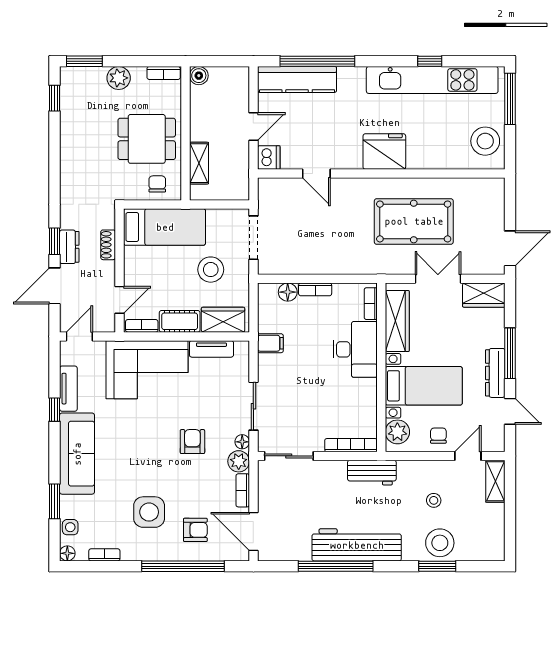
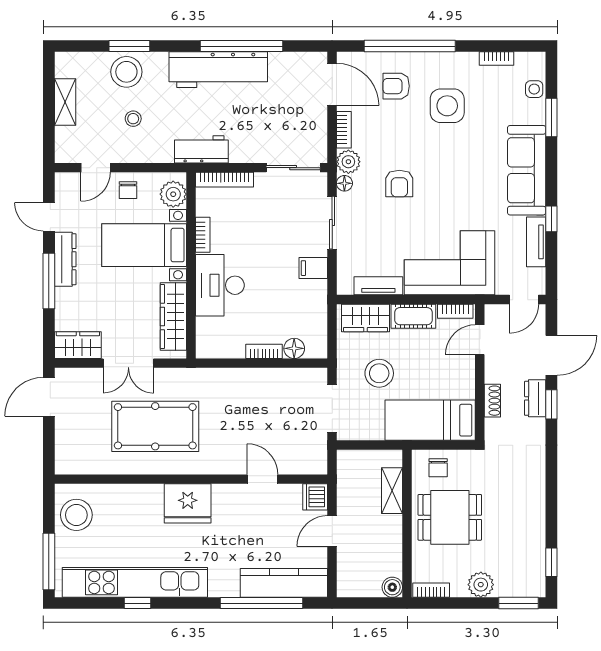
bookcase: (371, 304) -> (203, 235), moved
filing cabinet: (270, 343) -> (313, 268), moved
shelving: (495, 481) -> (65, 102), moved
floor lamp: (67, 553) -> (537, 60), removed

